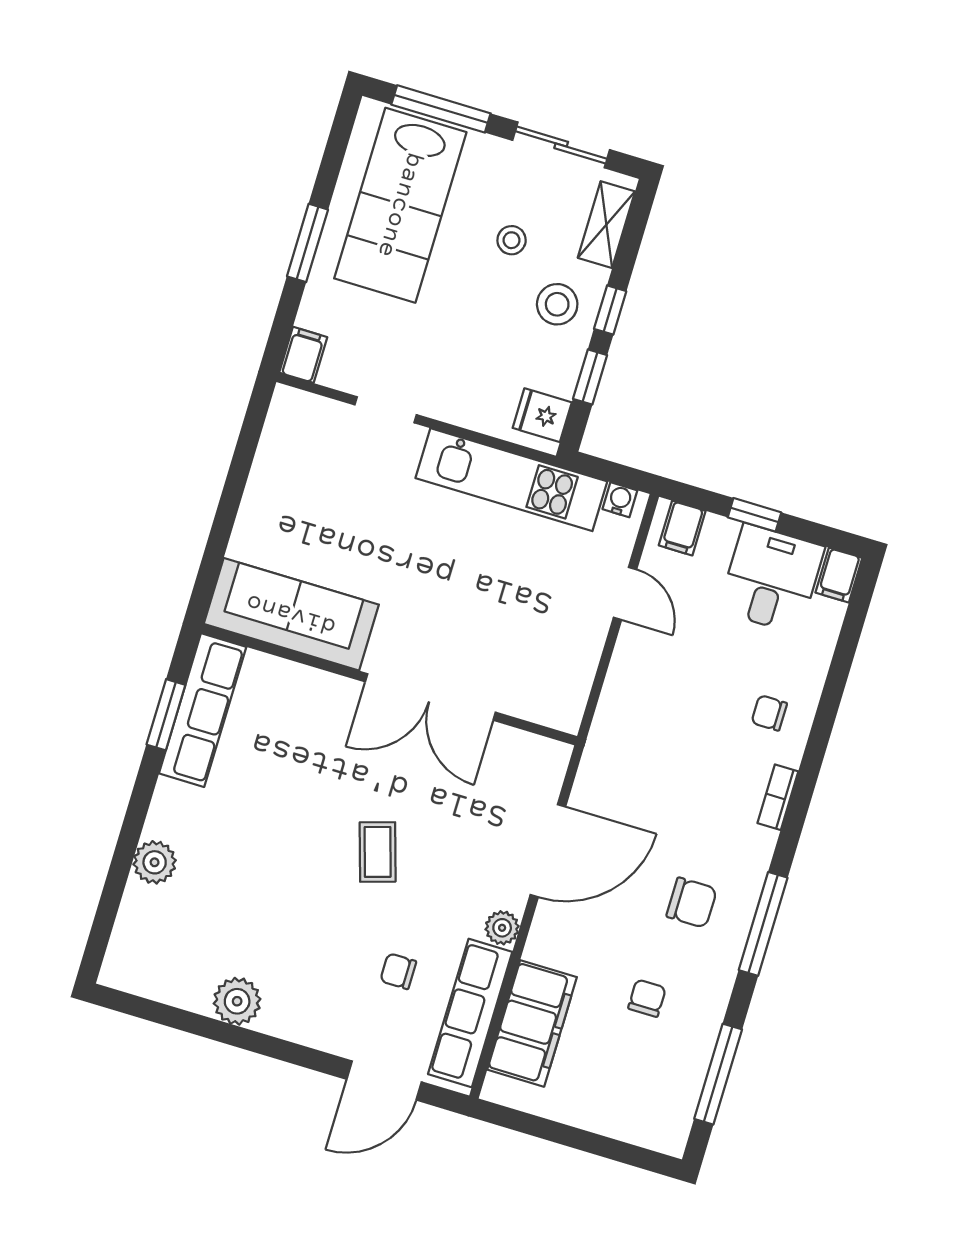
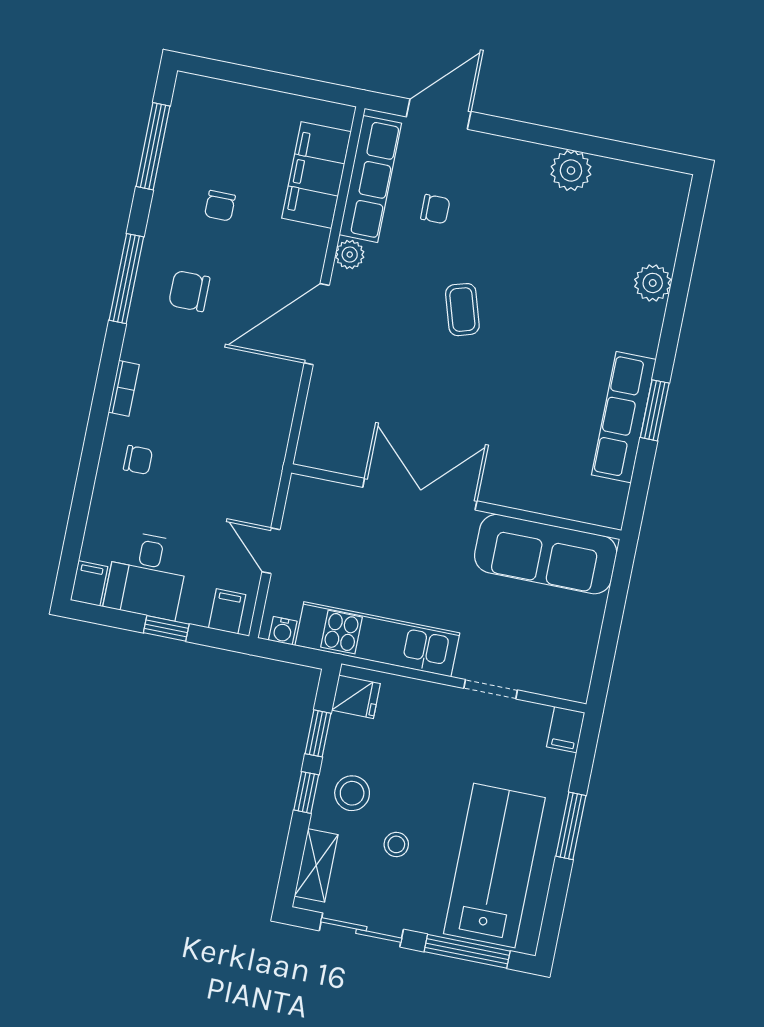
sofa: (291, 614) -> (546, 554), moved
wall: (389, 685) -> (456, 502), moved
double door: (430, 697) -> (420, 494), moved

